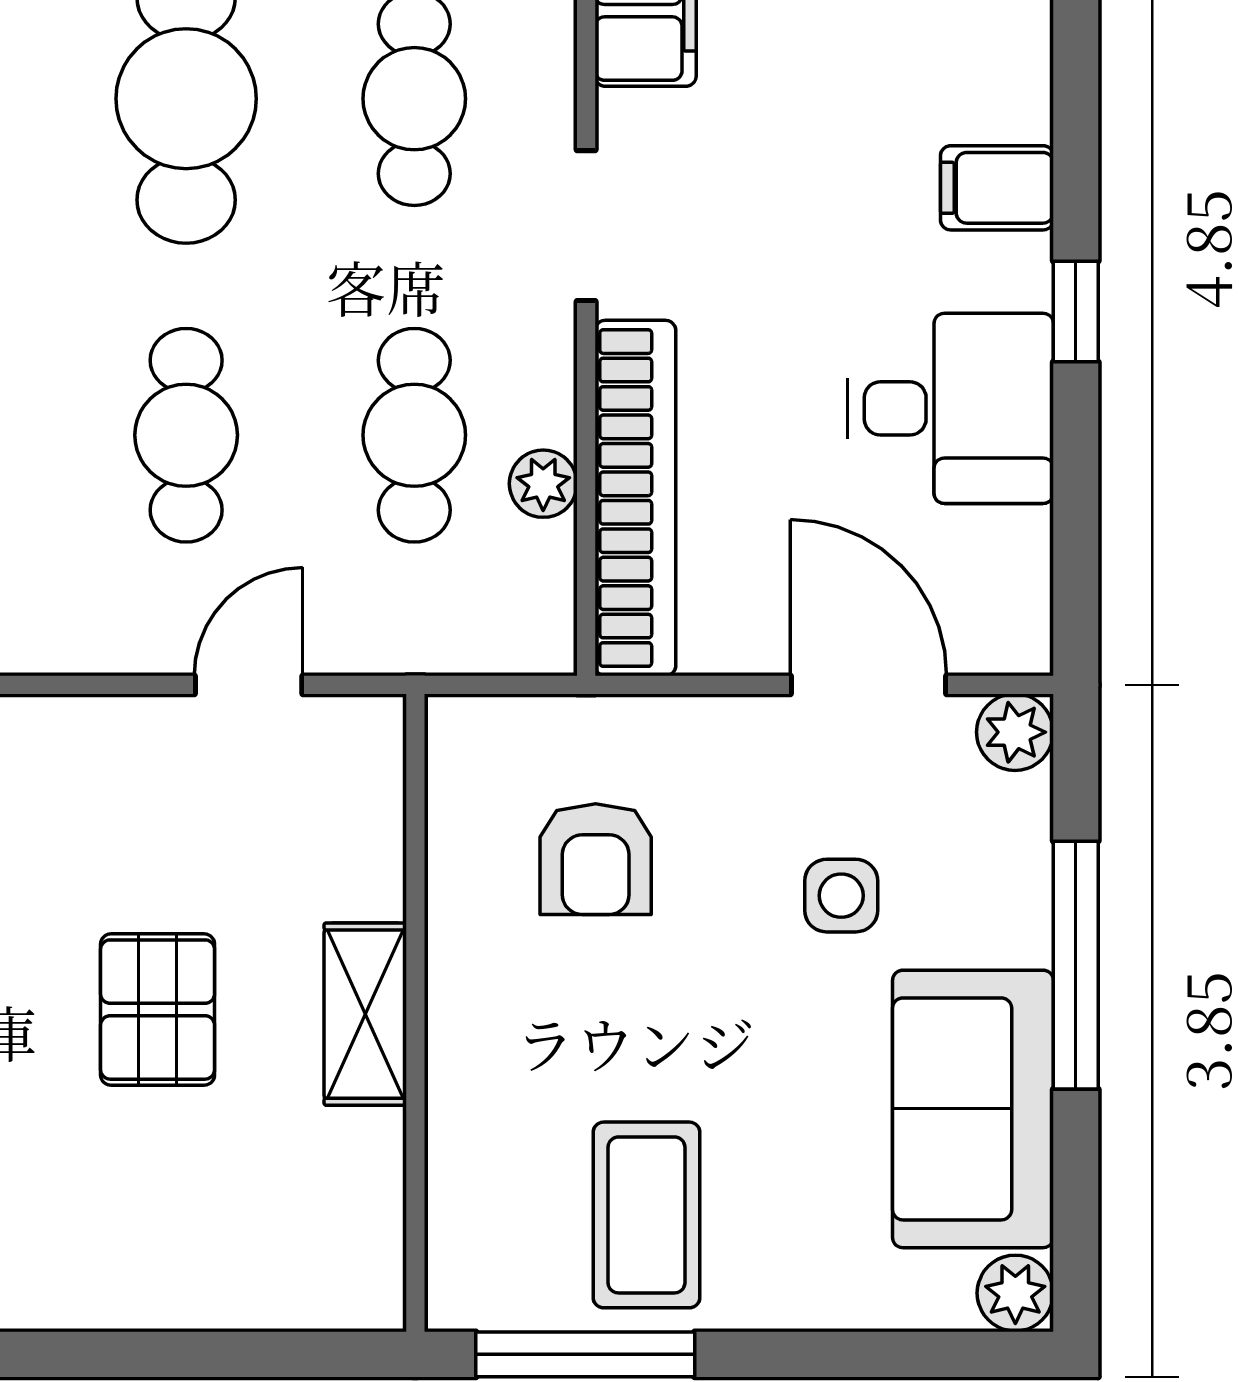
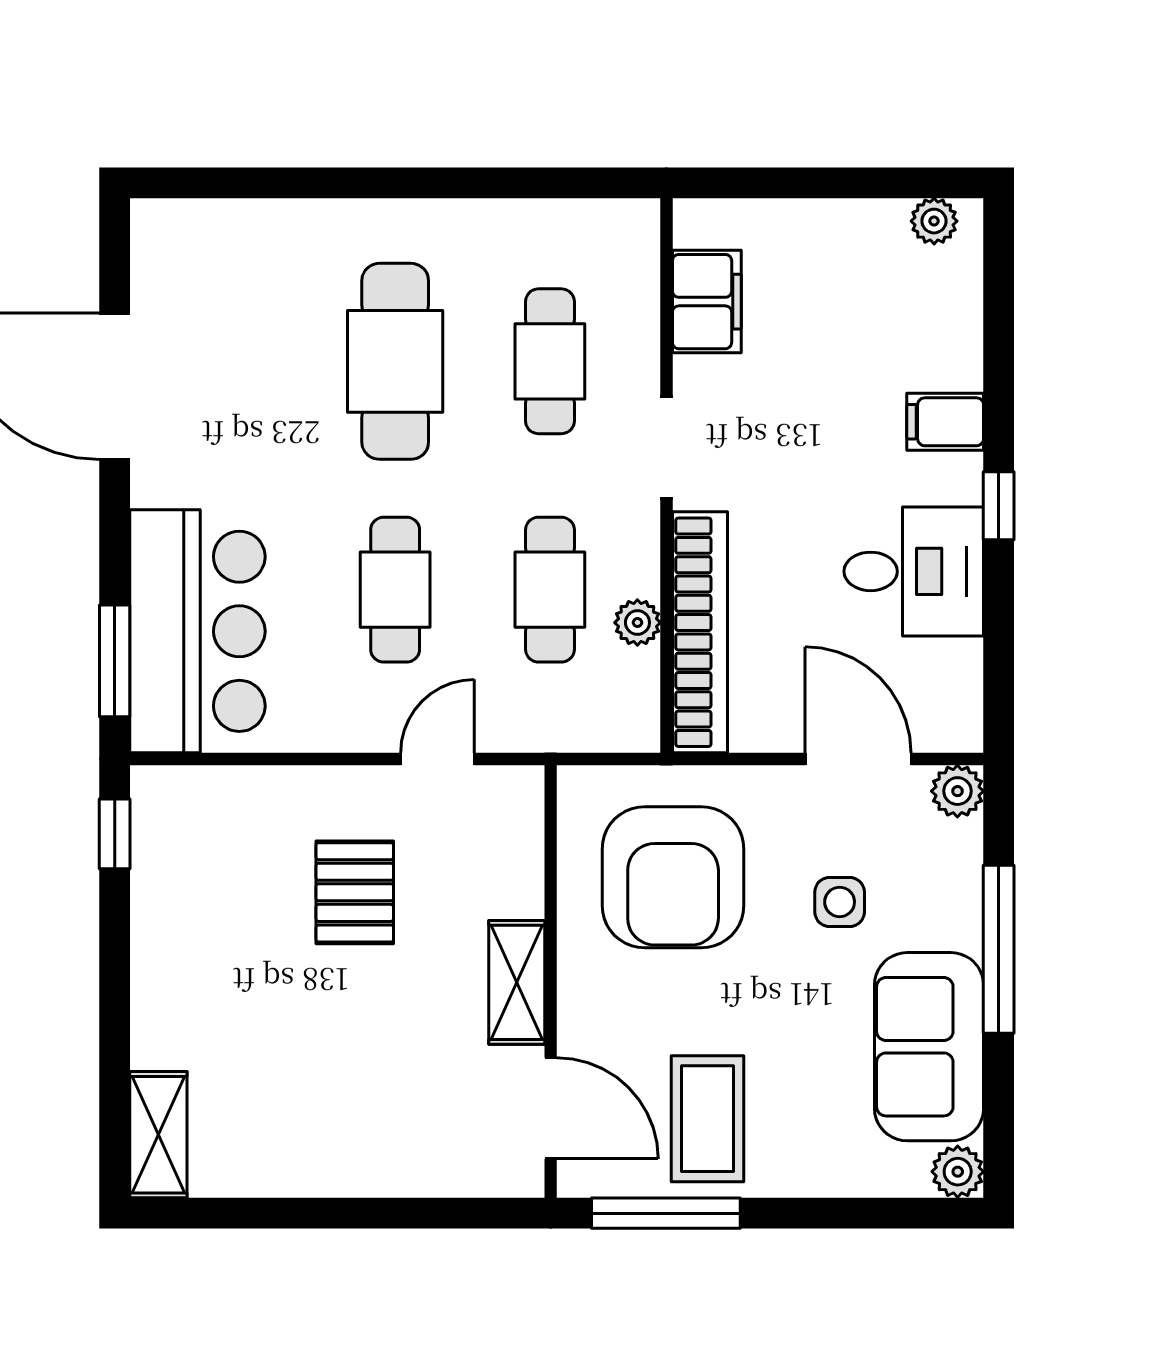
armchair: (596, 859) -> (673, 877), width x1.88, depth x1.88
pallet: (158, 1010) -> (355, 892), moved
door: (415, 1200) -> (551, 1108), added

